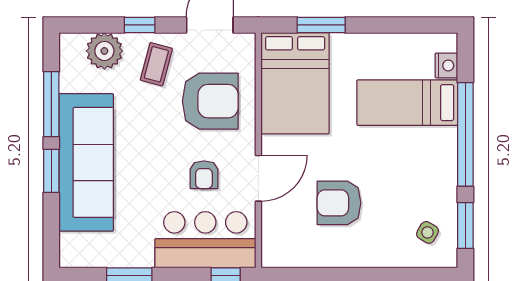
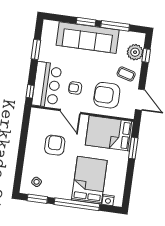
window: (140, 25) -> (146, 56), moved
armchair: (210, 101) -> (107, 95), turned 90
bed: (407, 103) -> (89, 180), width x1.50

